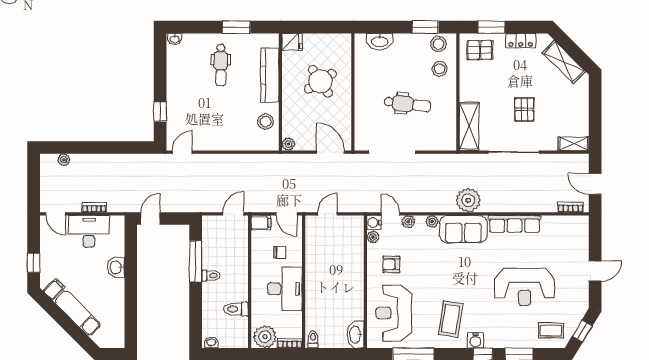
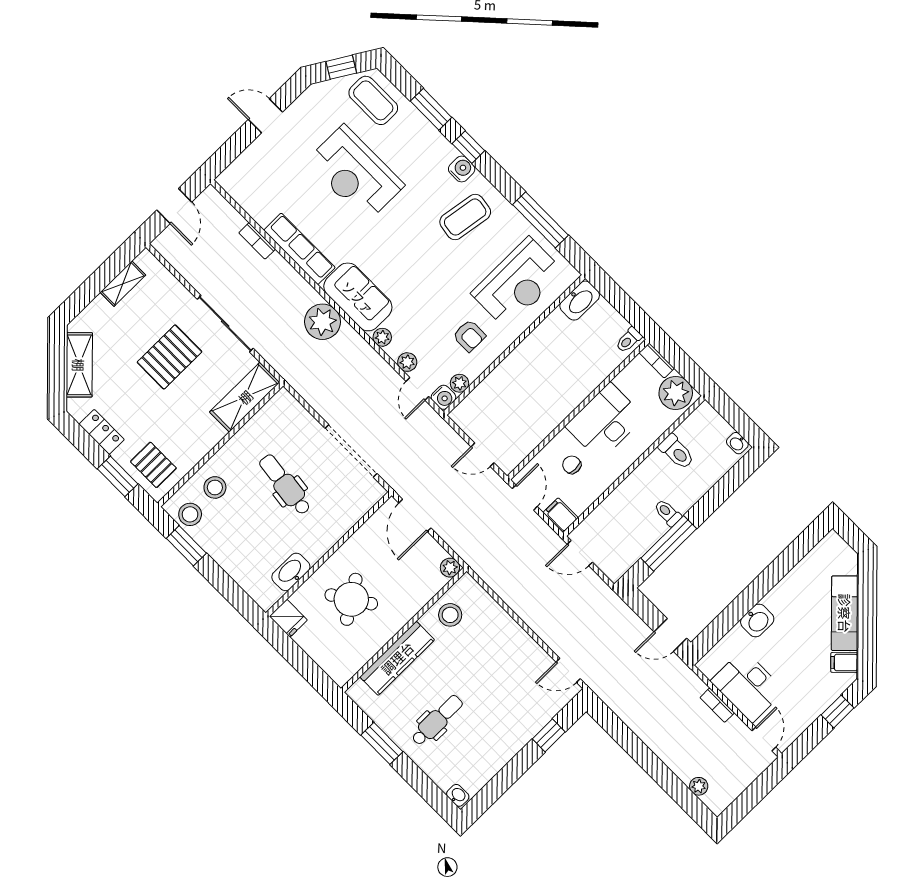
washbasin: (380, 41) -> (291, 572), moved, turned -90
fridge: (292, 42) -> (288, 618), moved, turned 180
pallet: (524, 109) -> (169, 357), width x1.50, depth x1.42
shelving: (574, 144) -> (123, 284), moved, turned 90
bookcase: (571, 207) -> (257, 241), moved
reception desk: (524, 287) -> (355, 173), turned 180
coffee table: (551, 331) -> (373, 100), width x1.36, depth x1.30

